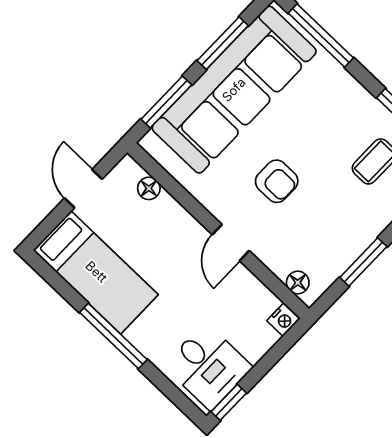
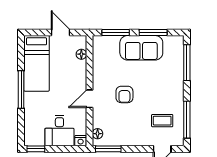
sofa: (234, 90) -> (141, 48), width x0.54, depth x0.79
door: (83, 189) -> (60, 33), hinge flipped
window: (363, 262) -> (108, 149), moved
desk: (208, 366) -> (59, 131), moved

